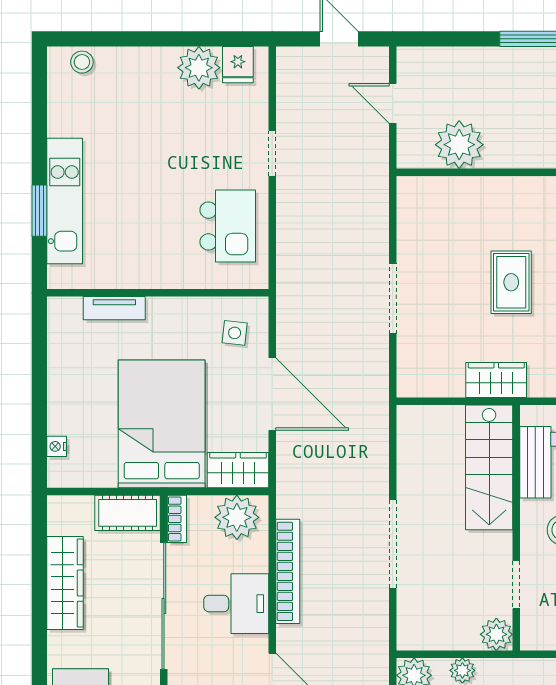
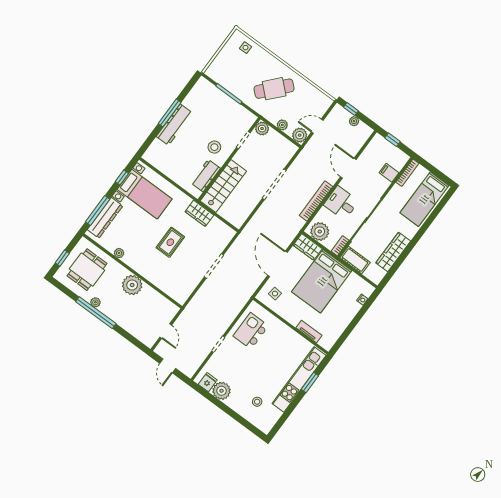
stool: (82, 62) -> (257, 402), moved
plant: (459, 145) -> (132, 285), moved
kitchen unit: (65, 201) -> (299, 379), width x1.36

